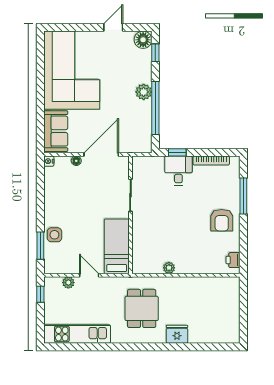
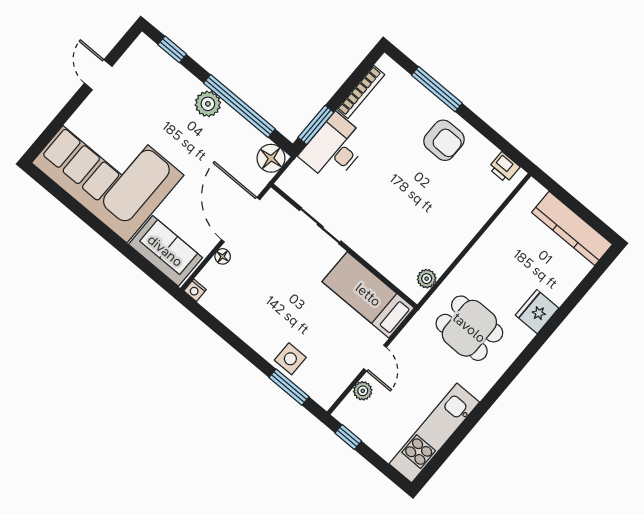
floor lamp: (143, 40) -> (271, 158), moved
window: (177, 152) -> (316, 125), width x1.50
desk: (178, 171) -> (334, 148), width x1.37
plant: (169, 268) -> (427, 279), moved
door: (89, 275) -> (375, 358), swing flipped
kitchen counter: (231, 317) -> (572, 228), added

